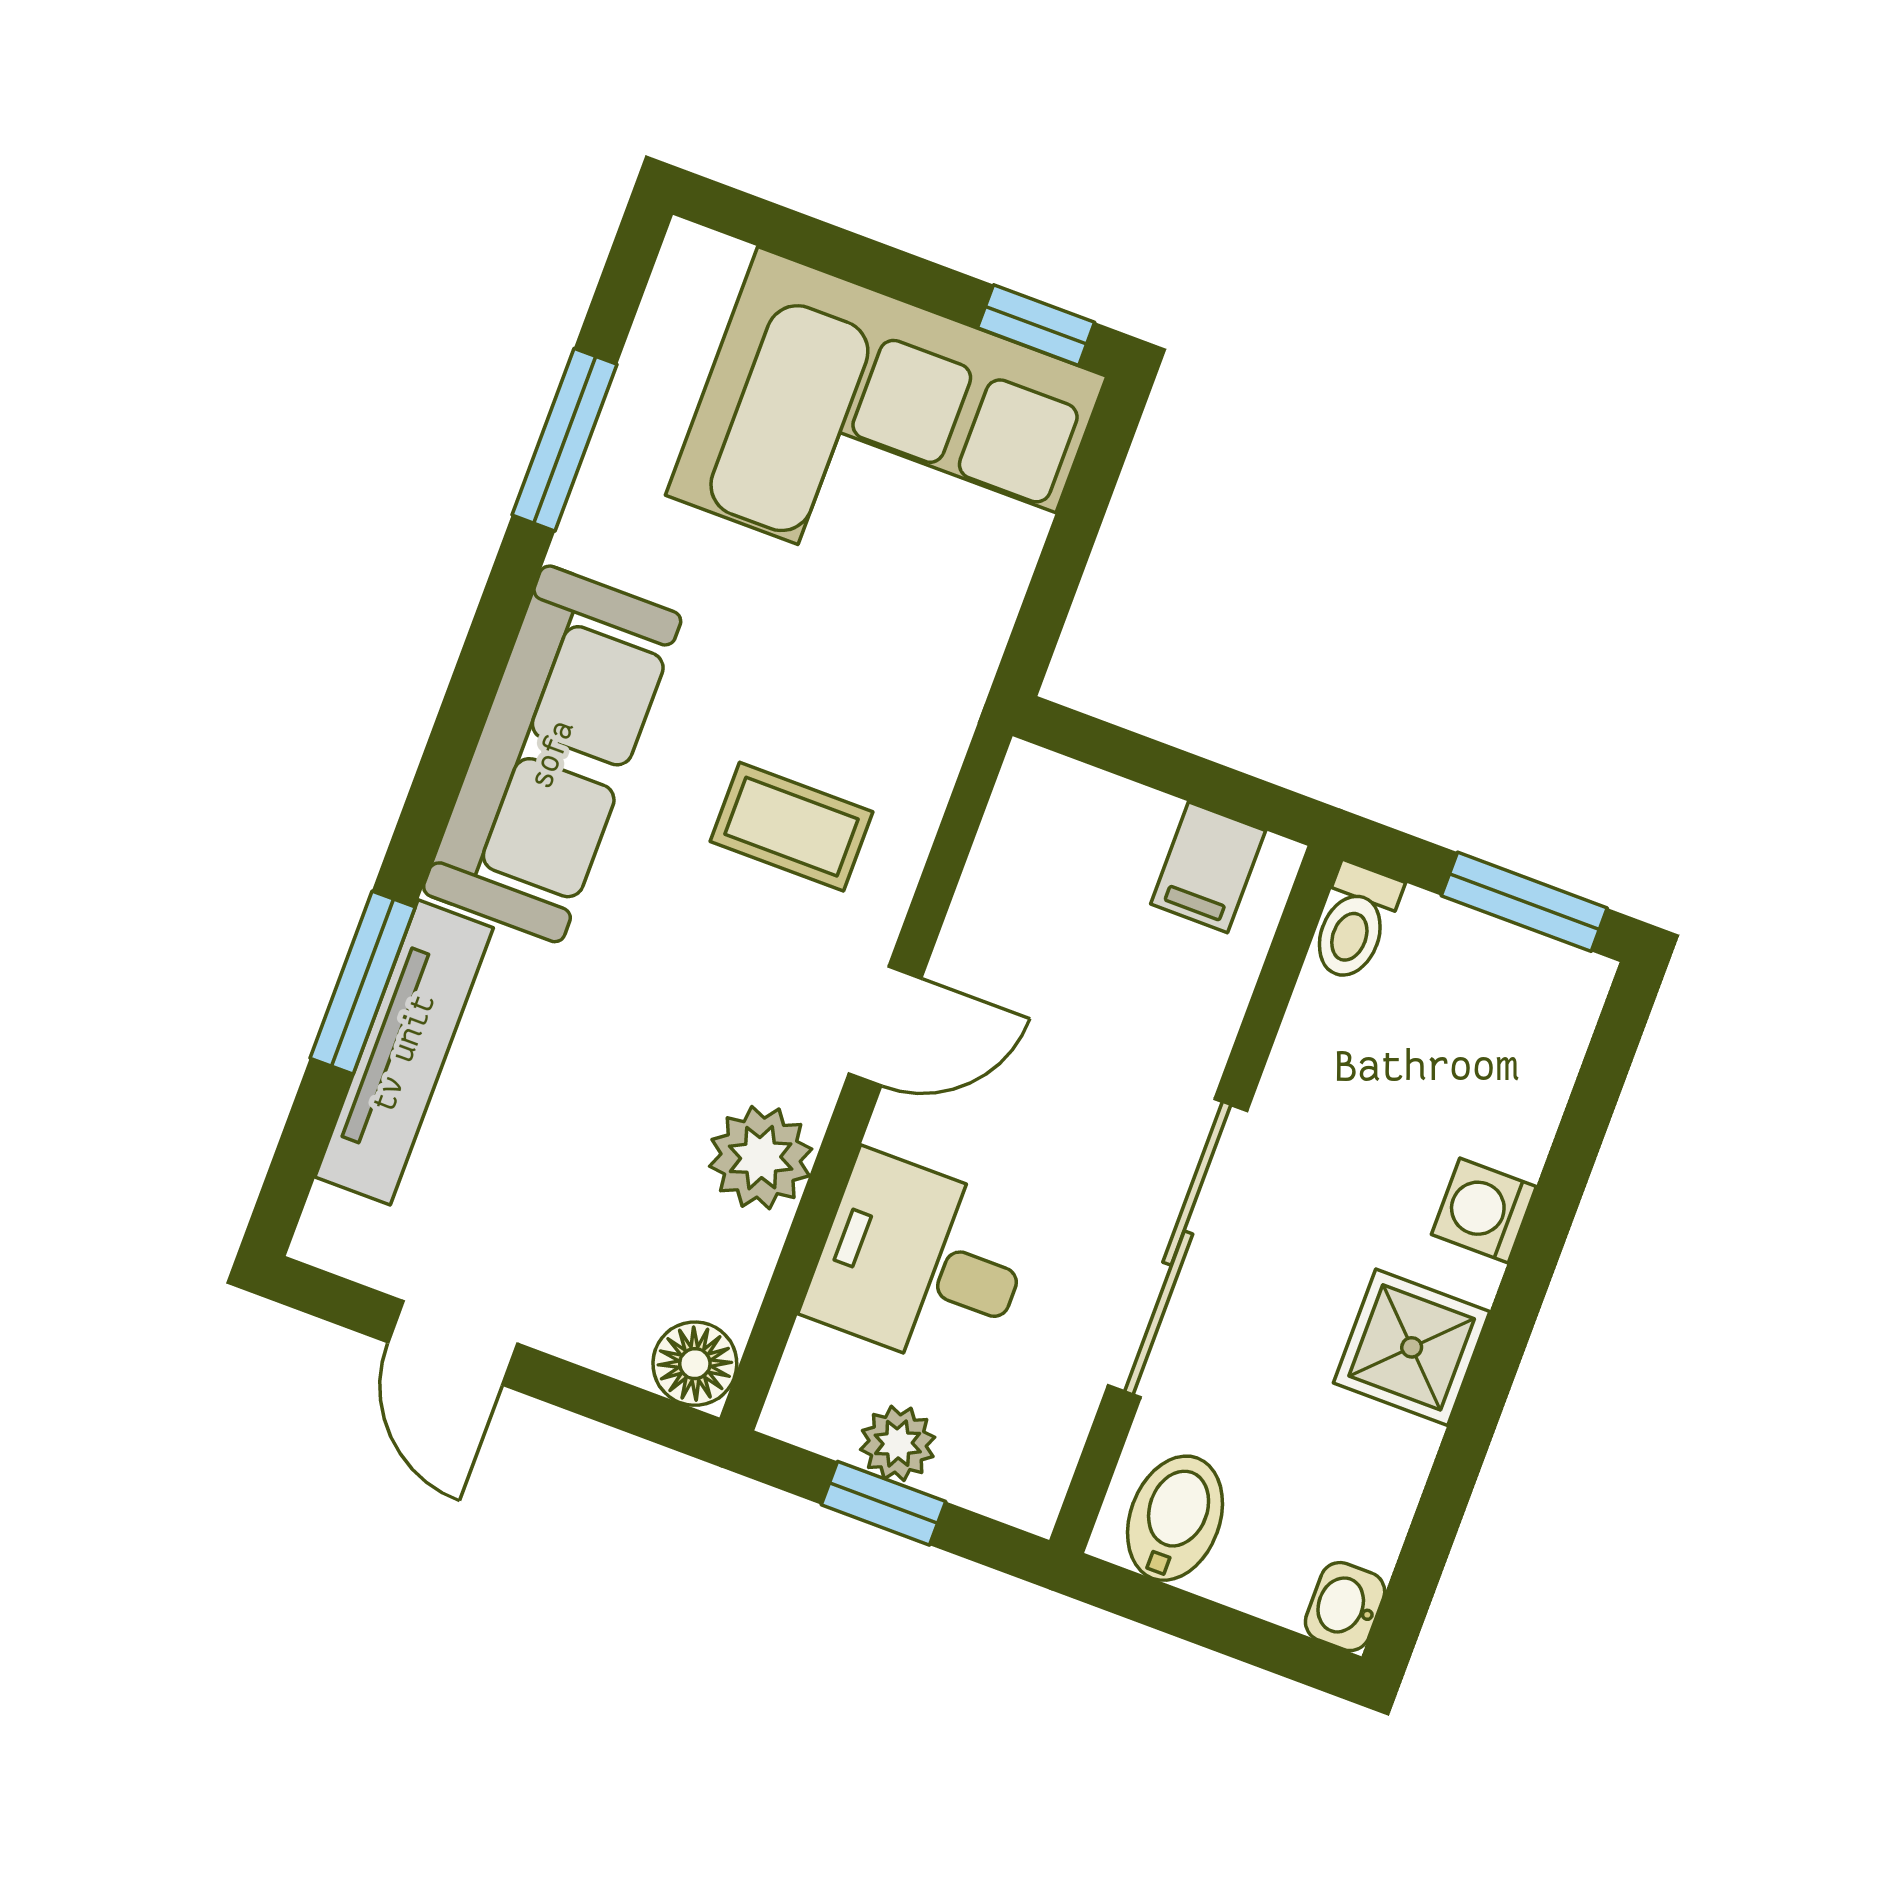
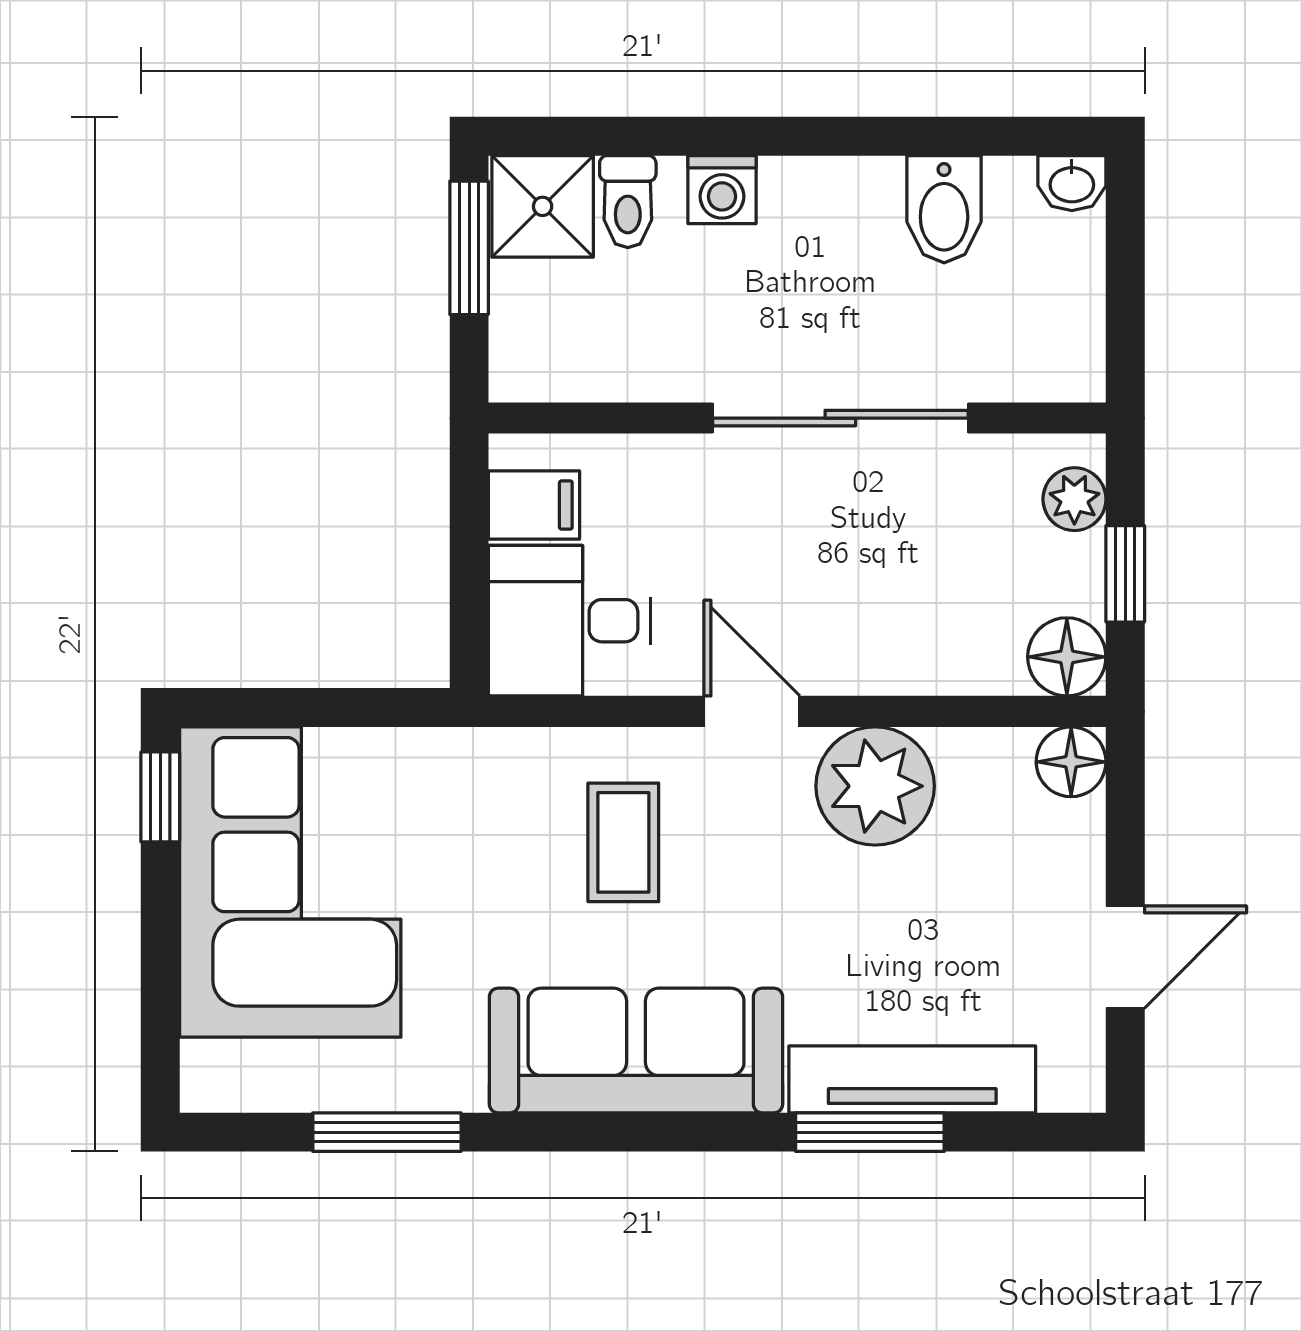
toilet: (1355, 922) -> (628, 202), moved, turned 90
plant: (761, 1158) -> (875, 786), width x1.36, depth x1.36
desk: (920, 1263) -> (570, 621), moved, turned 90
shower: (1412, 1347) -> (543, 206), moved
floor lamp: (815, 1403) -> (1067, 657), added
plant: (898, 1443) -> (1074, 499), moved
bidet: (1175, 1518) -> (944, 209), moved, turned -90

